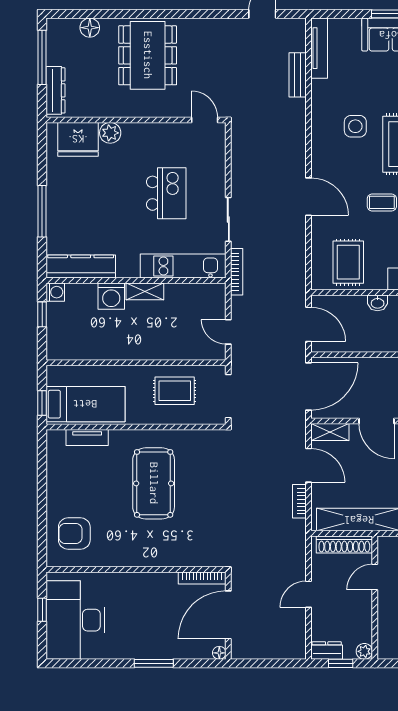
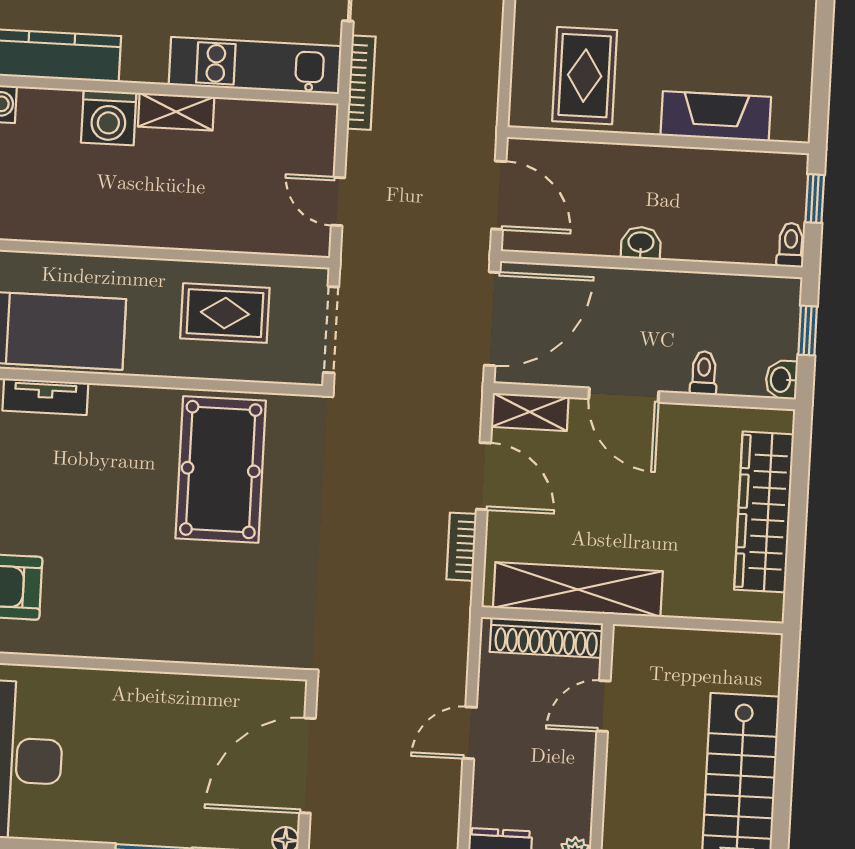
washbasin: (378, 303) -> (641, 243), moved, turned 180
pool table: (154, 483) -> (221, 470), moved
bookcase: (202, 578) -> (259, 689), removed

